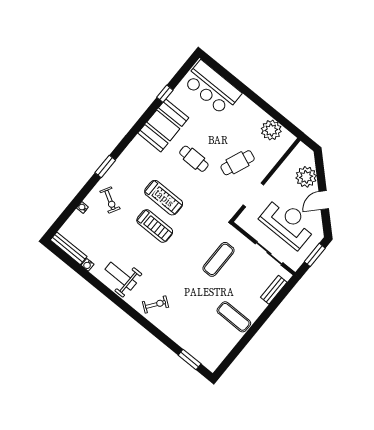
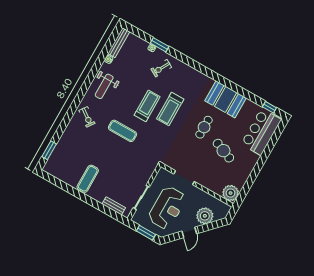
window: (165, 94) -> (269, 107), moved
plant: (271, 130) -> (231, 193), moved
cafe table: (238, 163) -> (223, 151), moved
window: (105, 166) -> (160, 45), moved
door: (324, 200) -> (189, 232), swing flipped
treadmill: (155, 226) -> (147, 106), turned 180
exercise mat: (219, 259) -> (123, 131), moved
weight bench: (121, 276) -> (104, 86), turned 180

